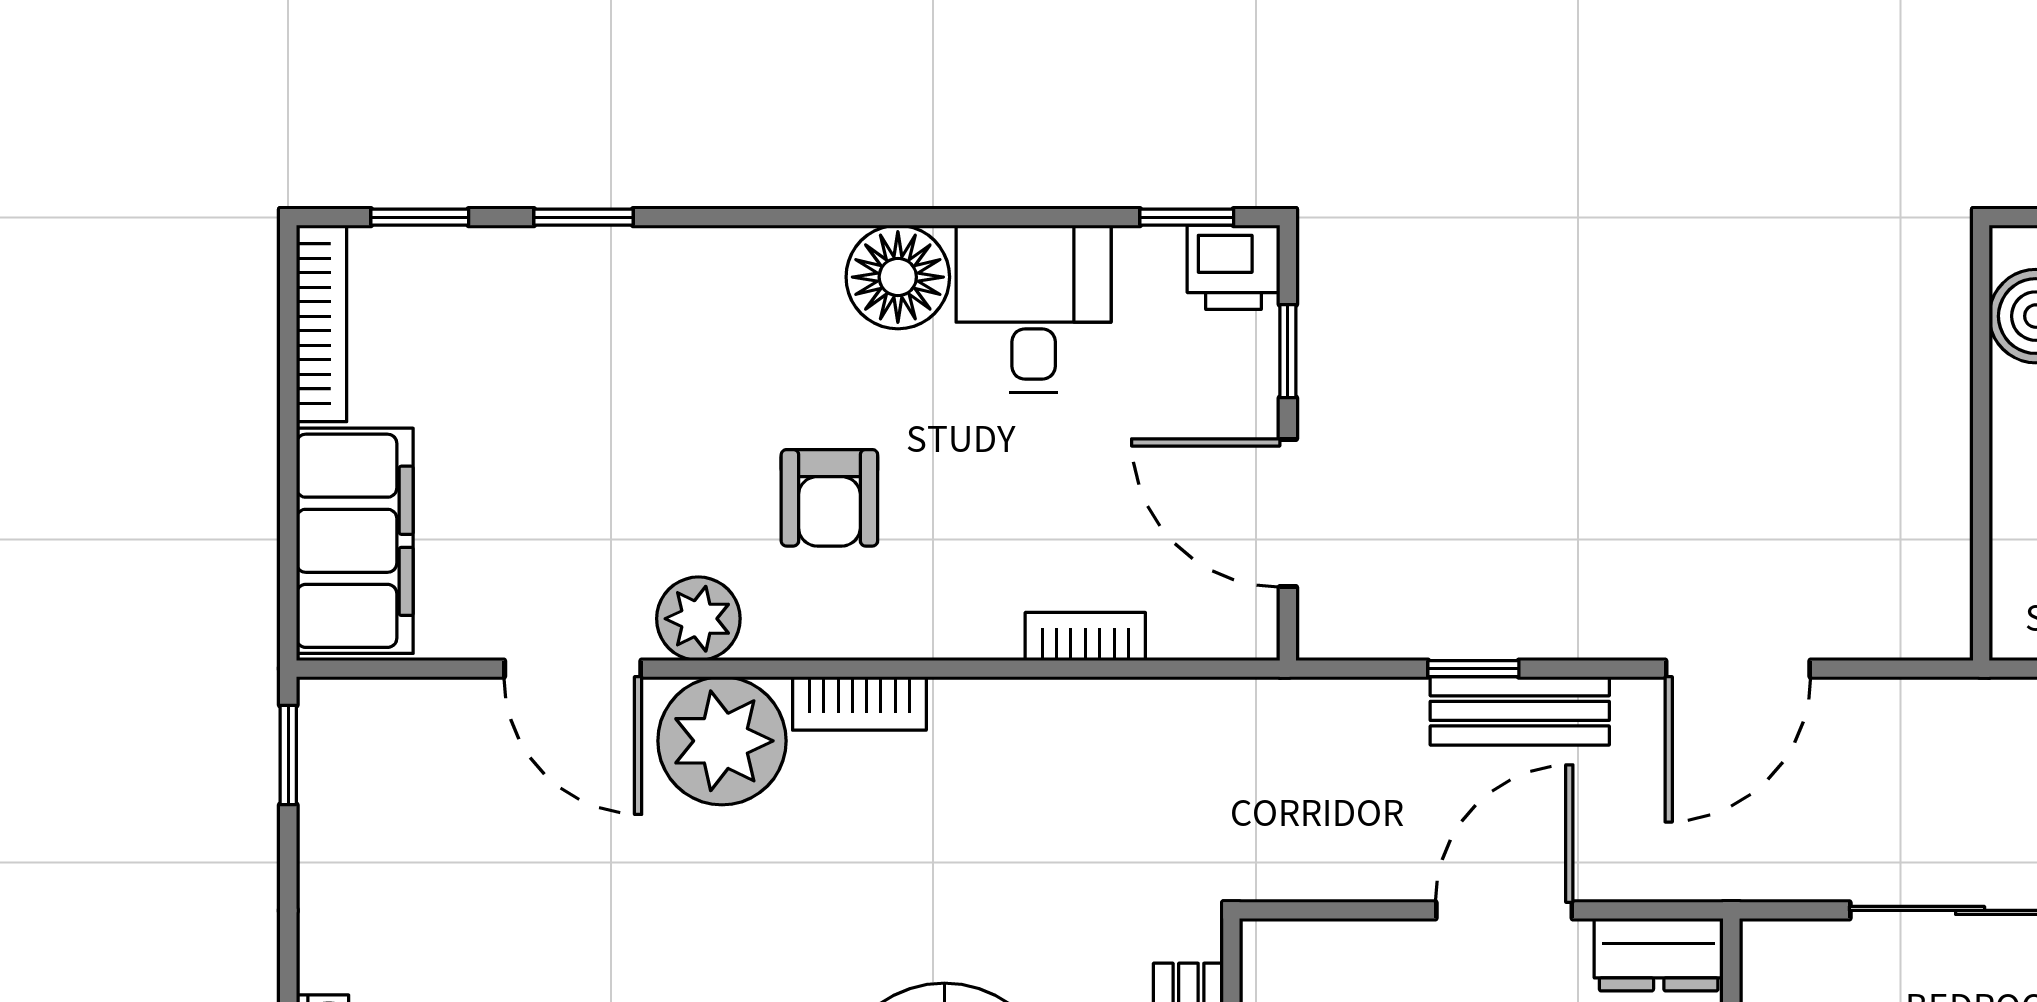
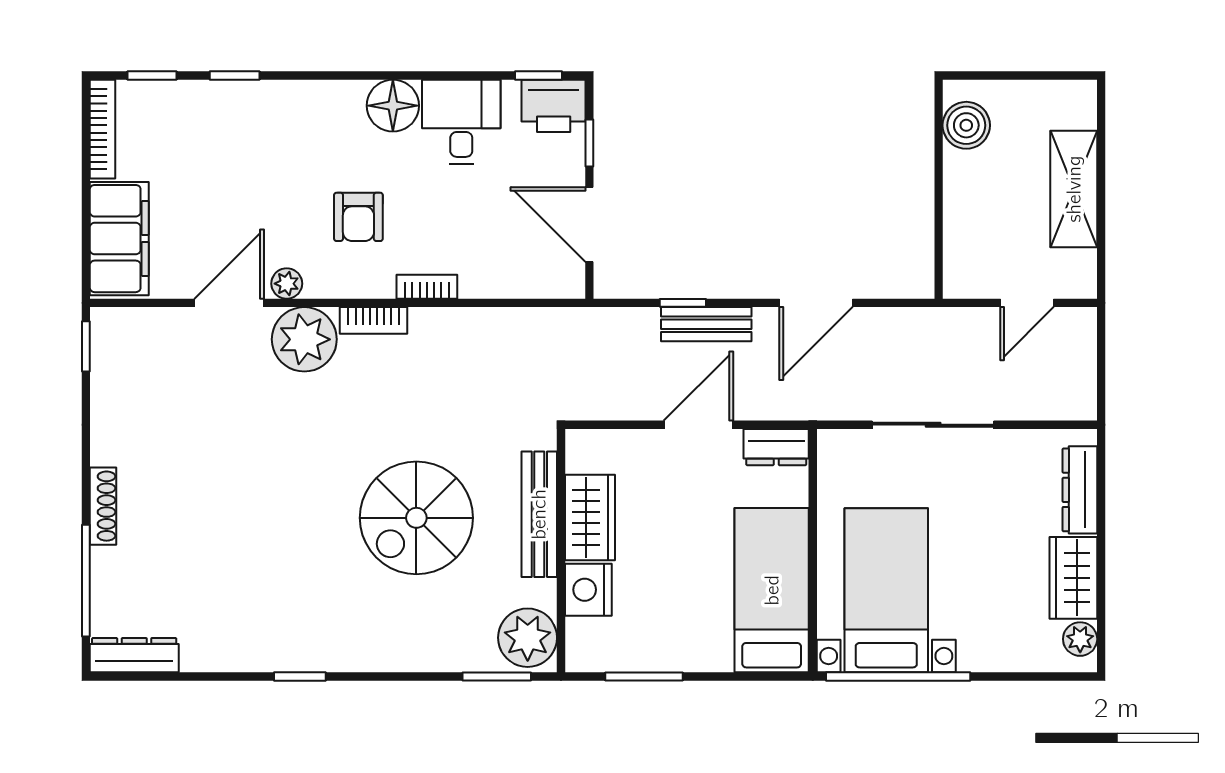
printer: (1234, 267) -> (554, 106), width x1.36, depth x1.24
plant: (698, 619) -> (287, 284), width x0.73, depth x0.73
bookcase: (1085, 636) -> (427, 287), moved
door: (573, 669) -> (229, 303), swing flipped

